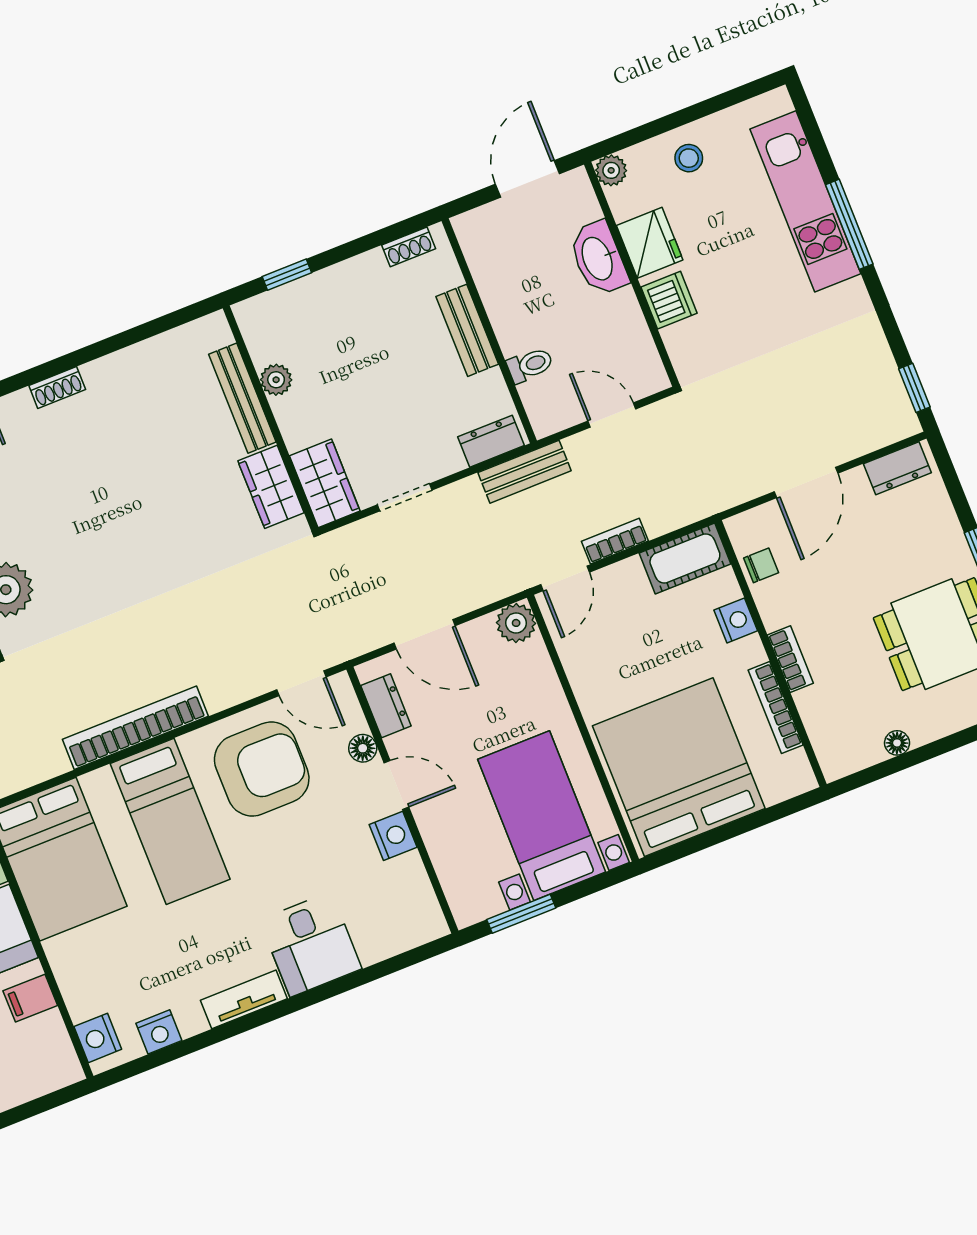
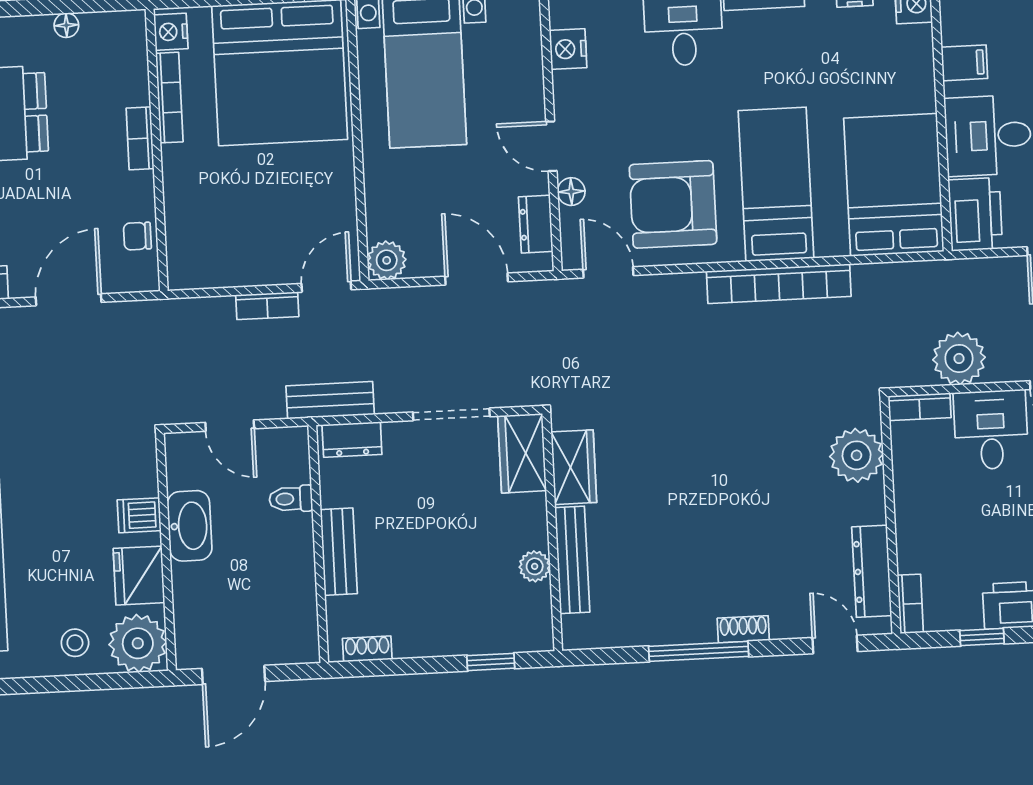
plant: (611, 170) -> (138, 643), width x1.87, depth x1.87
washbasin: (598, 258) -> (190, 526), moved
dishwasher: (669, 300) -> (139, 515), width x0.73
window: (92, 352) -> (699, 651), added
doorway: (405, 497) -> (451, 414), width x1.38
cot: (685, 558) -> (207, 267), removed
nightstand: (736, 620) -> (171, 32), moved
nightstand: (393, 836) -> (568, 49), moved

